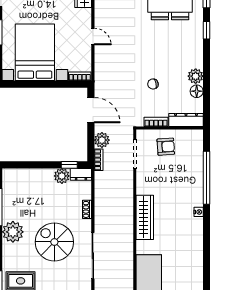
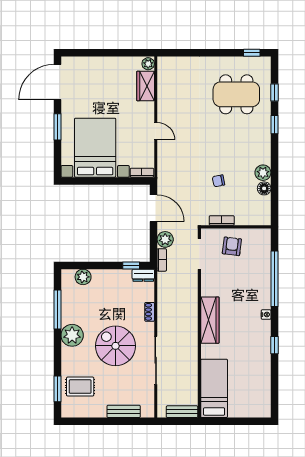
dresser: (186, 120) -> (253, 218), removed
armchair: (166, 147) -> (232, 246), turned -79
plant: (62, 176) -> (83, 277), moved
window: (207, 241) -> (274, 345), added

